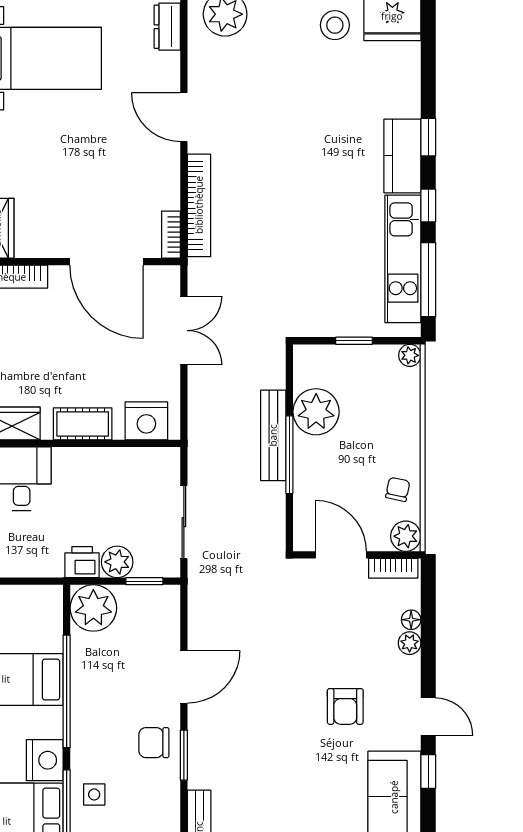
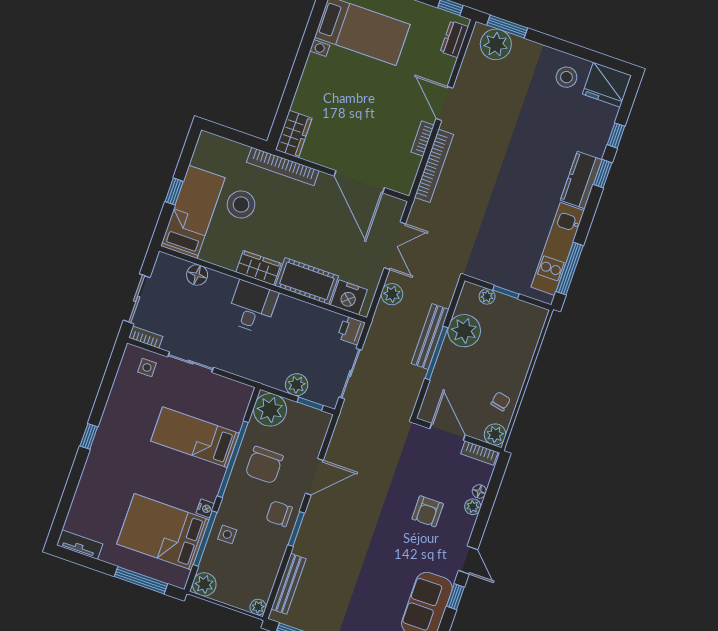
window: (428, 205) -> (616, 135), moved
bookcase: (171, 235) -> (423, 139), moved
plant: (410, 355) -> (487, 296), moved
plant: (203, 397) -> (392, 294), added
cot: (83, 424) -> (307, 281), width x1.37, depth x1.34
printer: (82, 562) -> (351, 330), moved, turned -90
chair: (111, 684) -> (264, 465), added
armchair: (345, 706) -> (428, 511), moved
nightstand: (45, 760) -> (205, 508), width x0.53, depth x0.56

